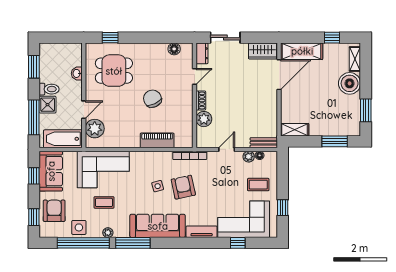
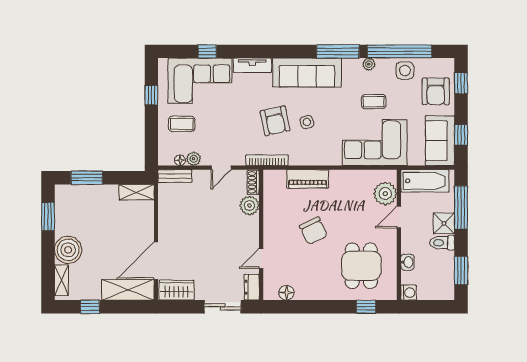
washing machine: (76, 49) -> (409, 293), added
dining table: (114, 71) -> (361, 266), turned 90
shoe rack: (201, 100) -> (253, 182), moved

